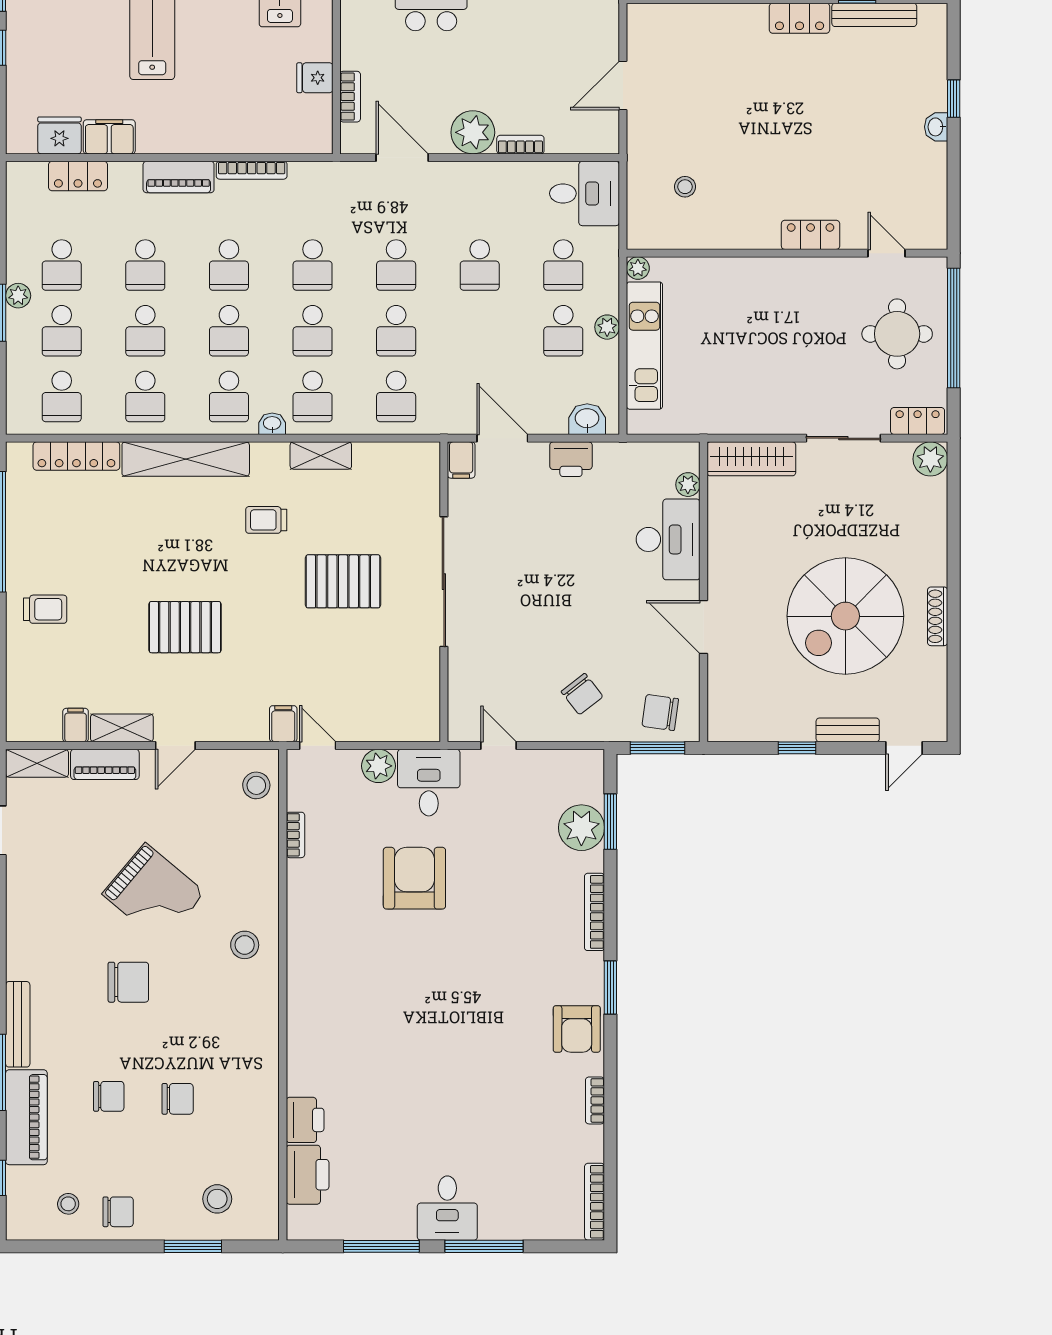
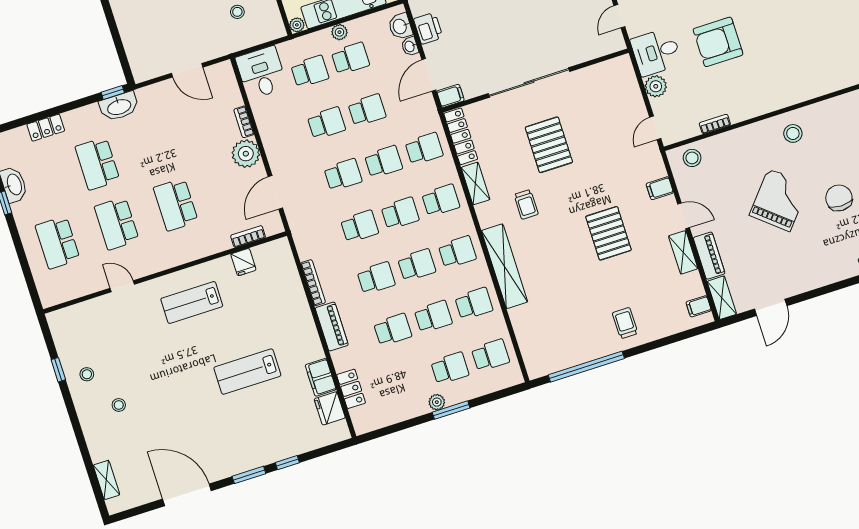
school desk: (62, 265) -> (367, 110), moved
washbasin: (272, 424) -> (410, 46), moved
locker: (76, 456) -> (461, 136), moved
filing cabinet: (283, 724) -> (660, 188), moved
filing cabinet: (76, 725) -> (699, 306), moved

